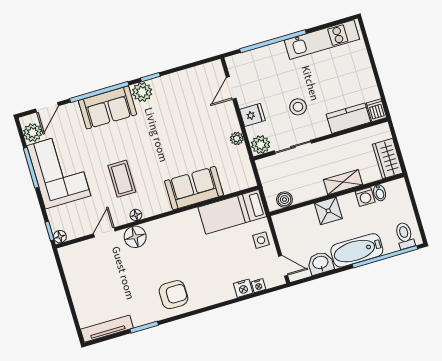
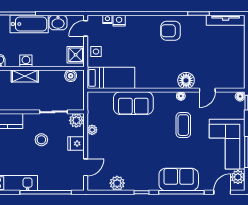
plant: (142, 92) -> (117, 183), moved
washing machine: (365, 197) -> (26, 61), moved
shower: (328, 211) -> (76, 55), moved
door: (283, 266) -> (86, 28), hinge flipped

